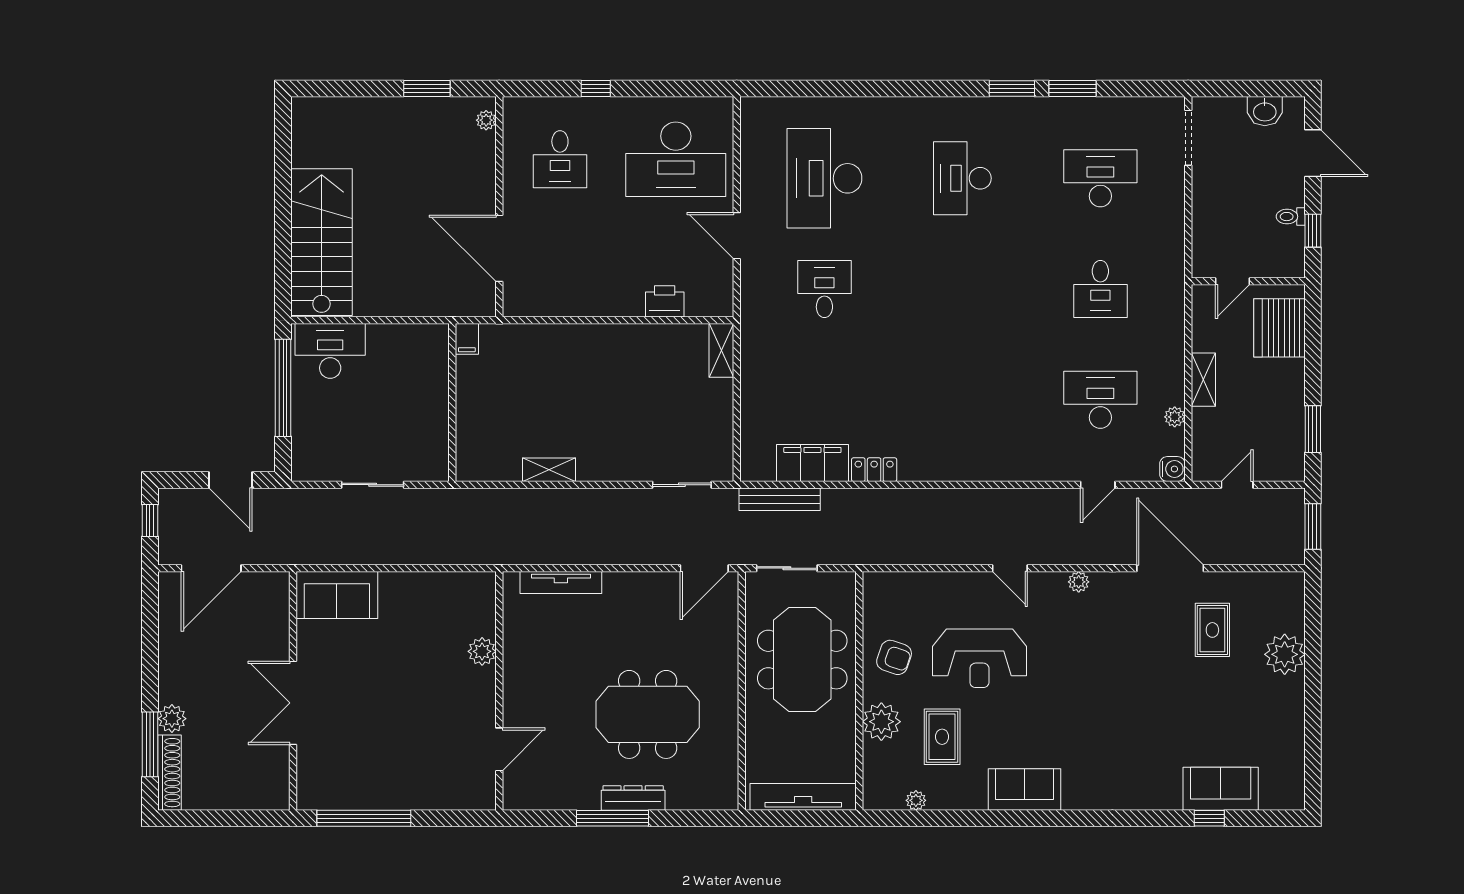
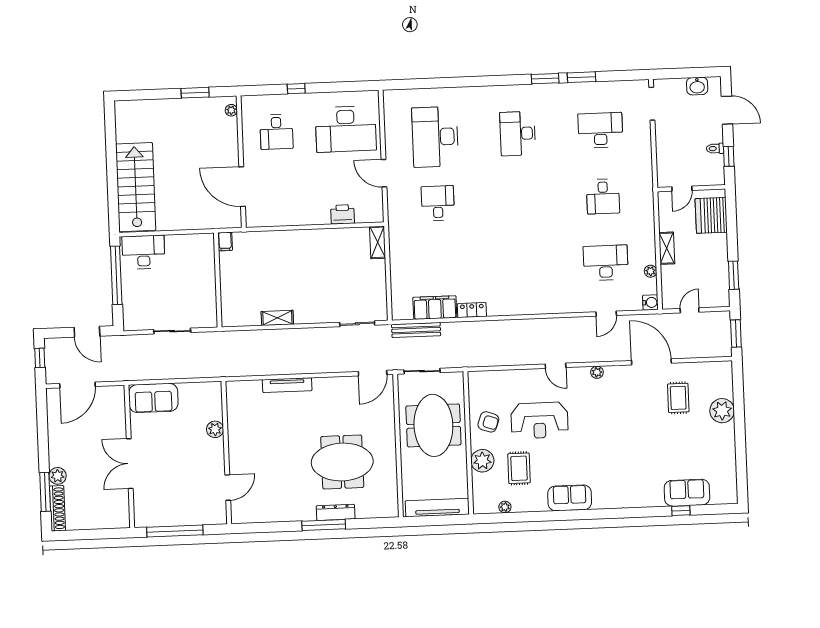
plant: (482, 651) -> (215, 429), moved
wall: (499, 691) -> (226, 453), moved
door: (499, 749) -> (228, 488), moved

